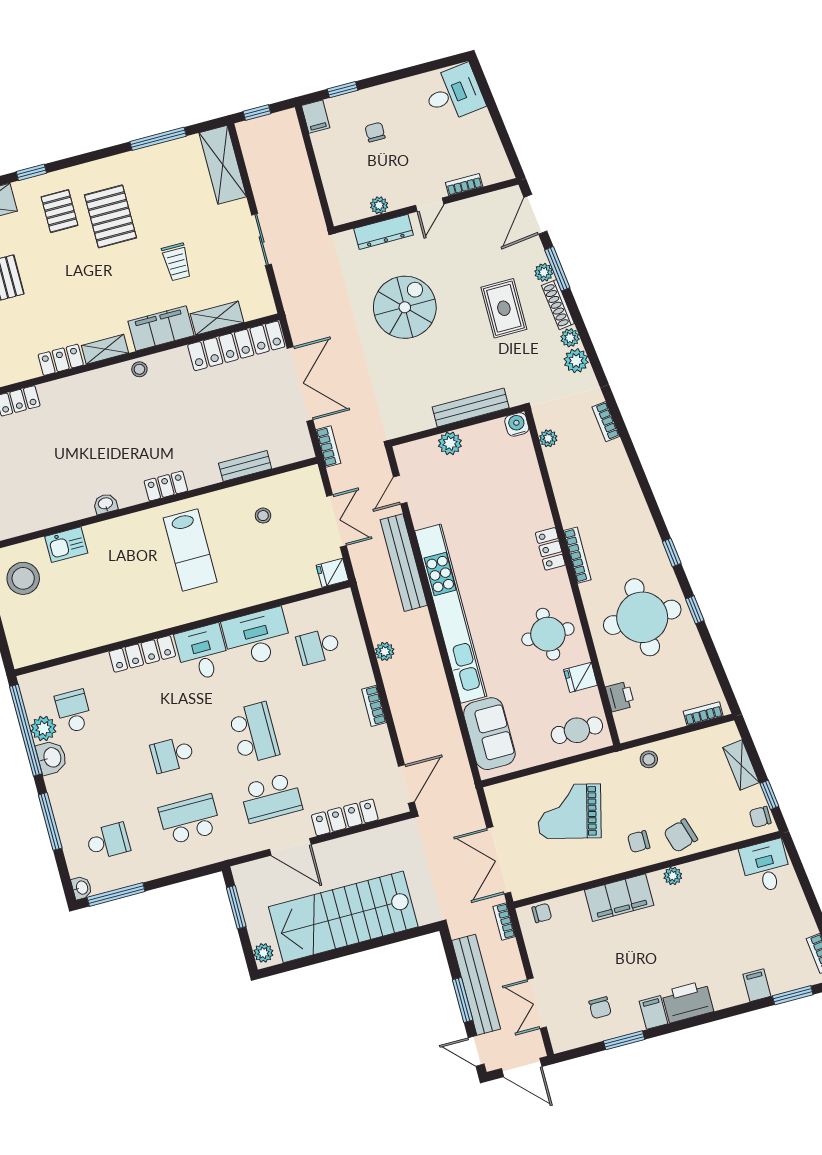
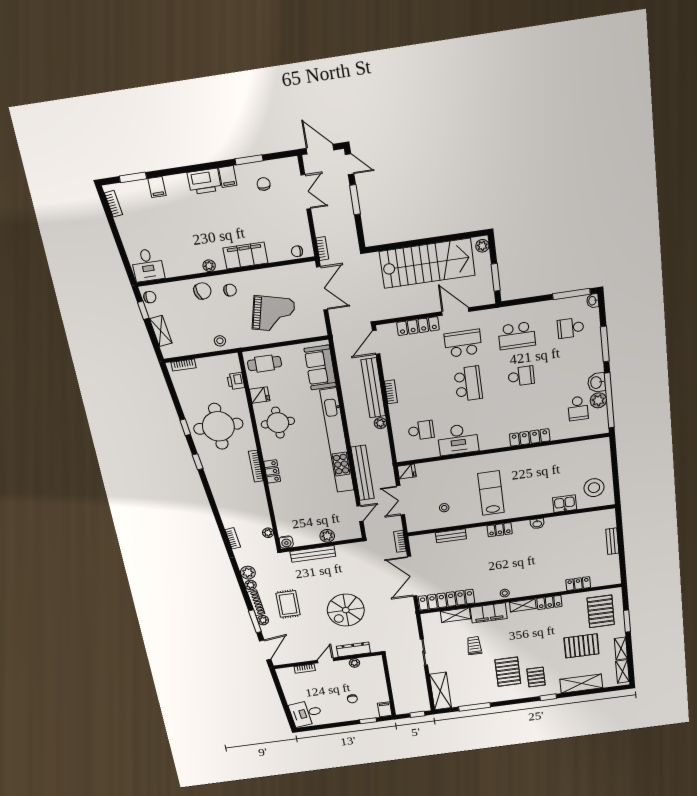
desk: (202, 653) -> (493, 434), removed
school desk: (254, 733) -> (468, 384), turned 180
bench: (476, 985) -> (373, 388), moved

